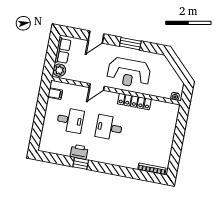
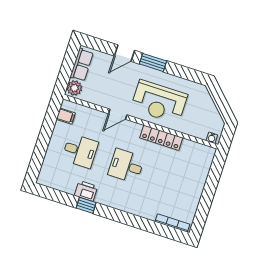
window: (130, 44) -> (153, 62), moved

